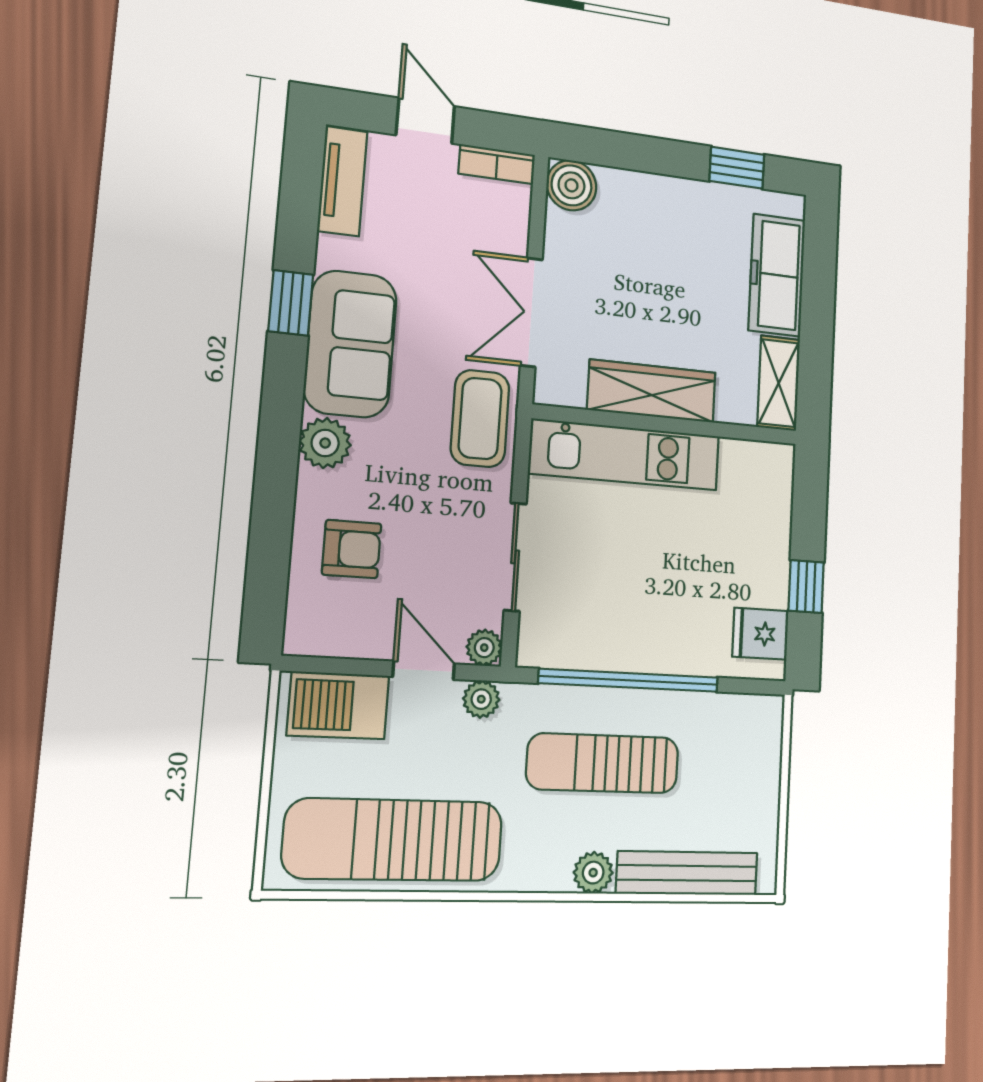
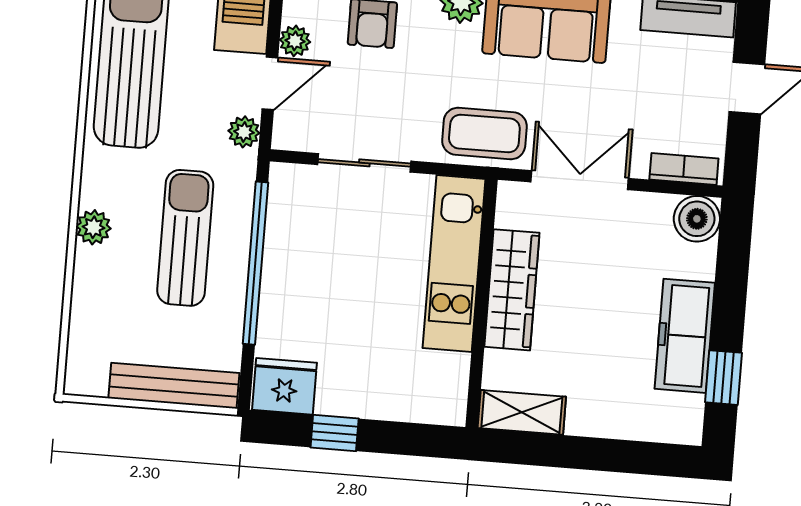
bookcase: (497, 164) -> (684, 169), moved, turned 90
freezer: (777, 275) -> (685, 336), moved, turned -90
fridge: (760, 634) -> (284, 386), width x1.38
plant: (484, 648) -> (295, 41), moved
bench: (687, 873) -> (174, 386), moved, turned 90

